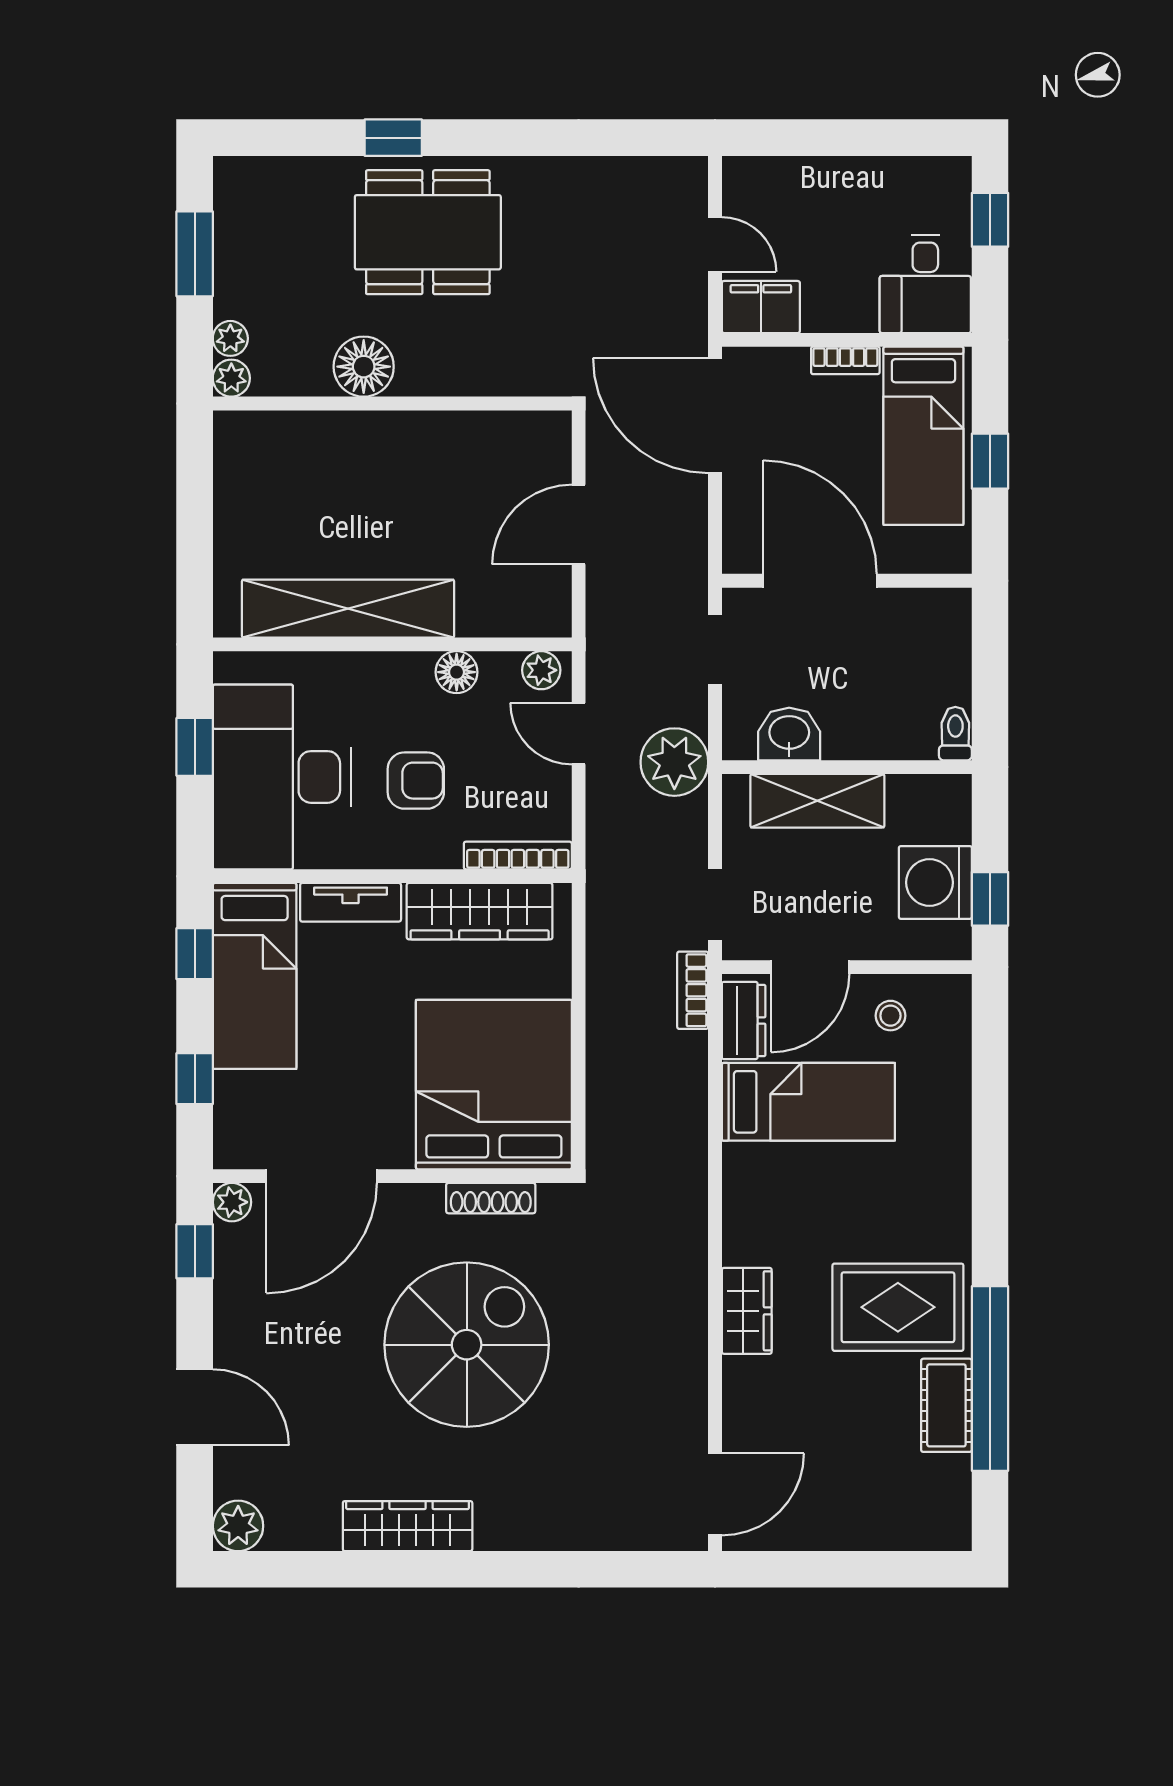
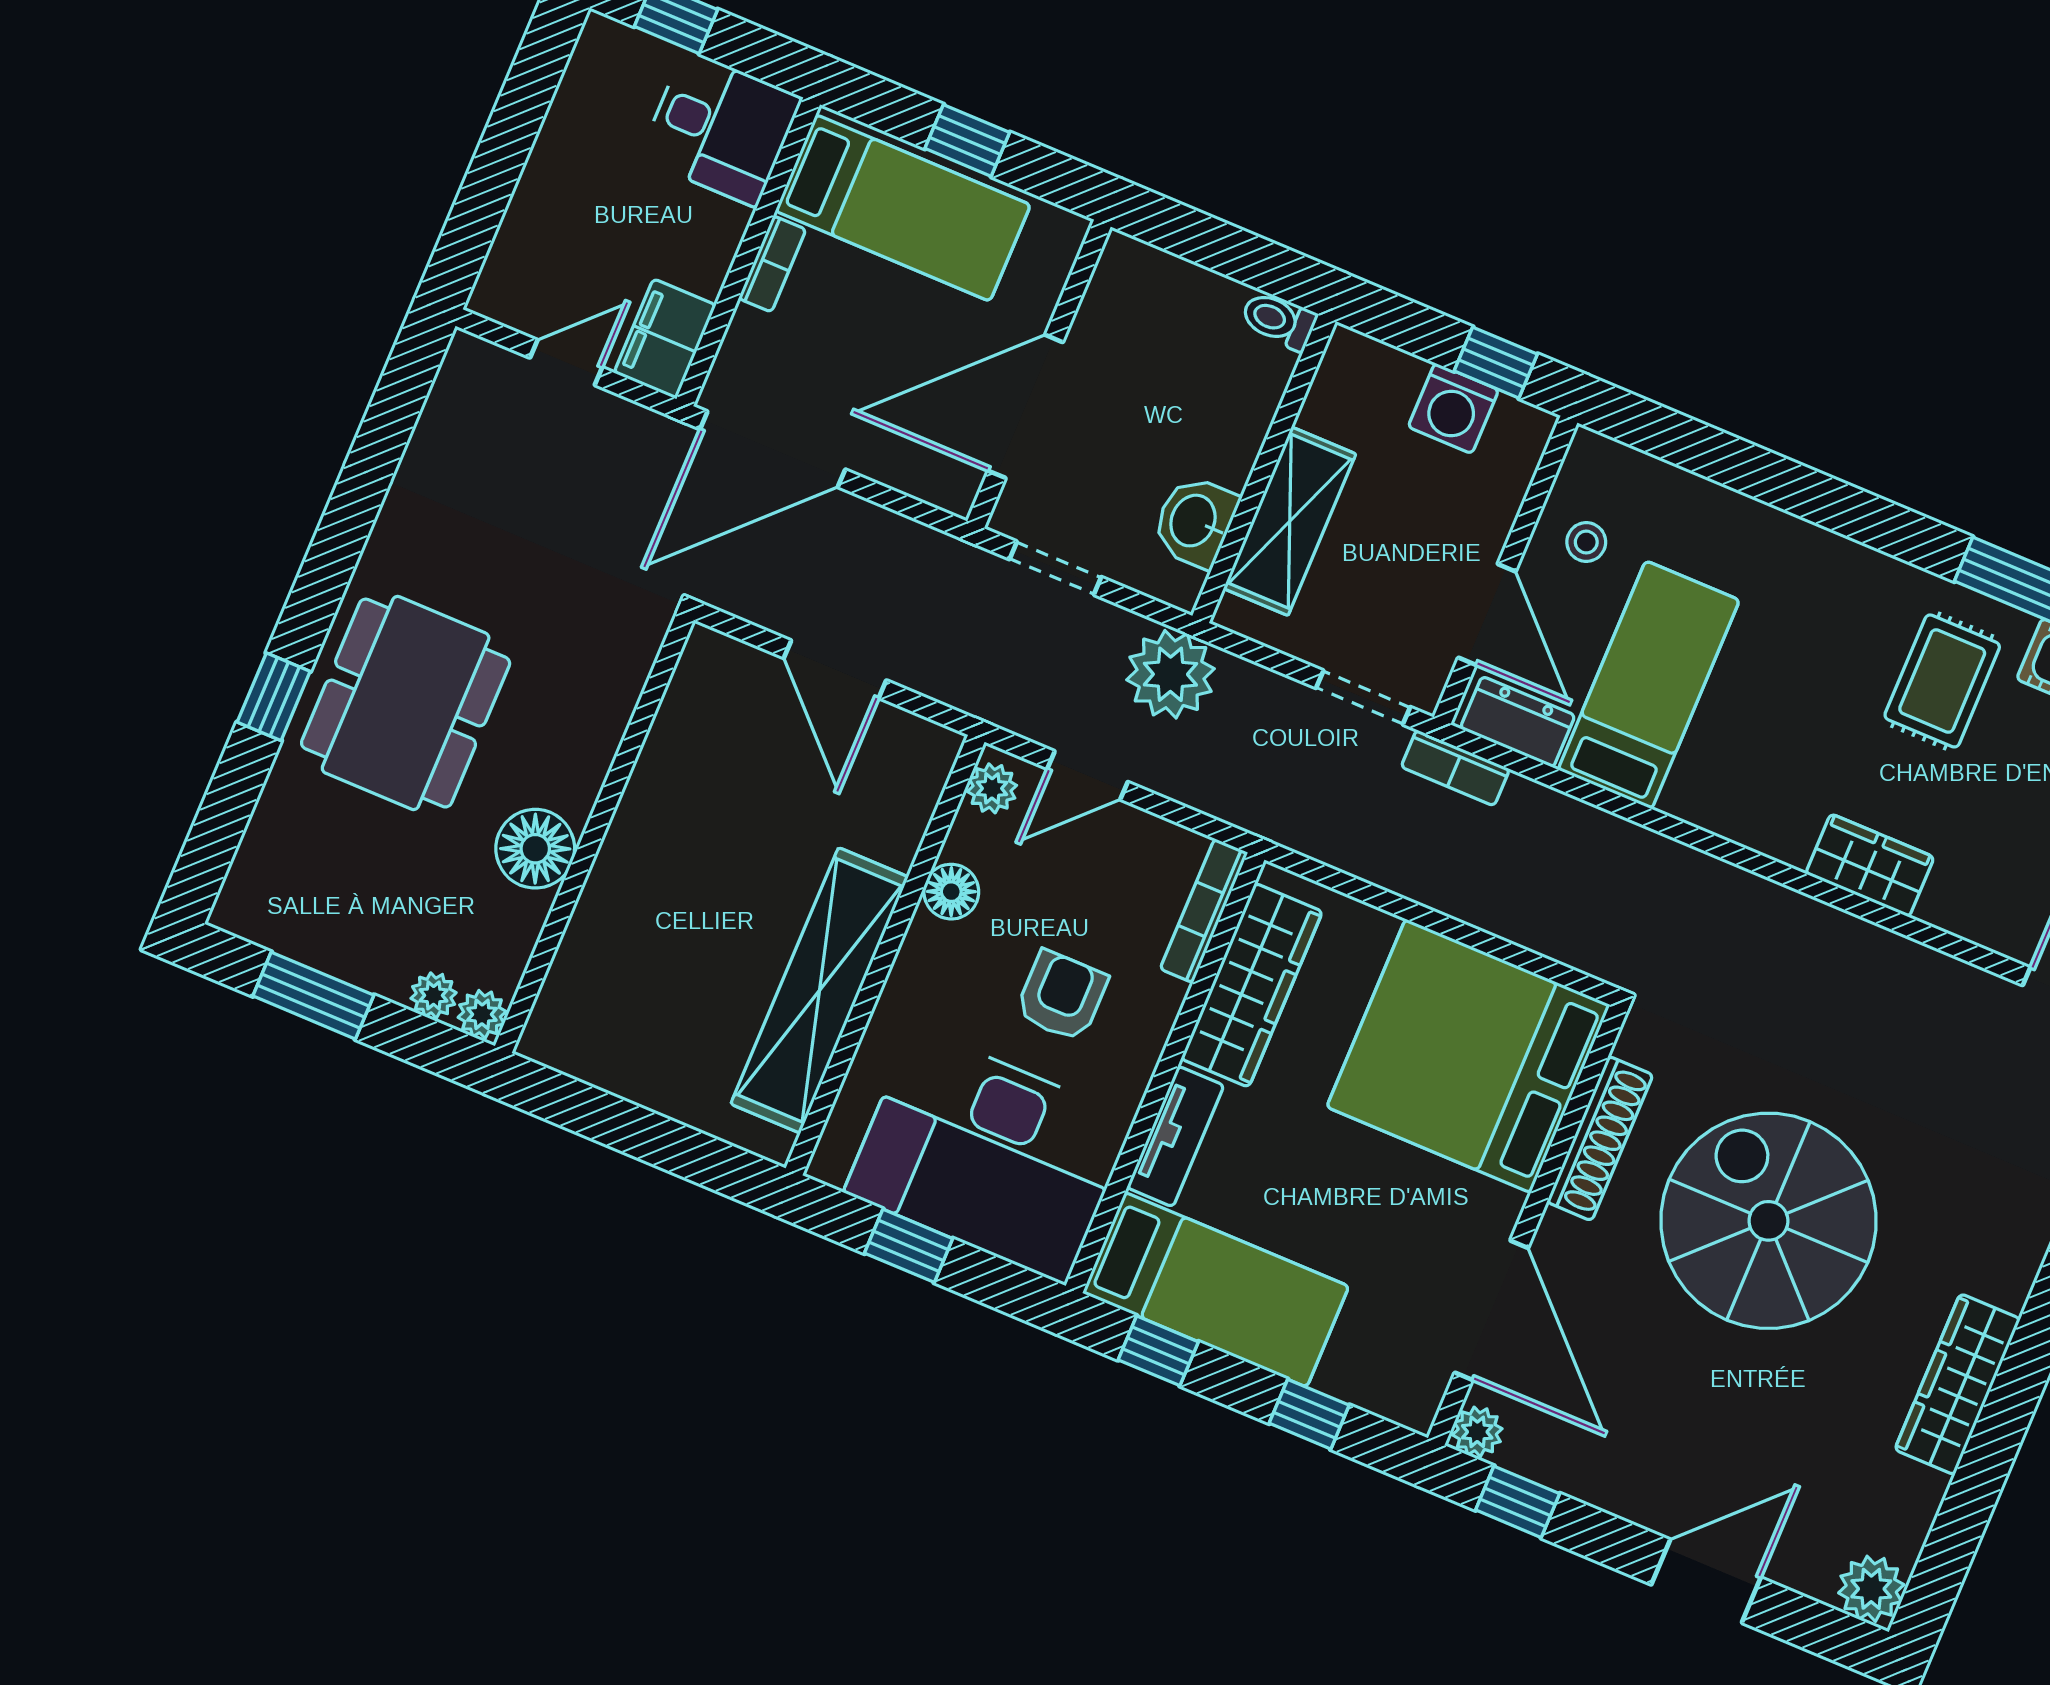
washing machine: (935, 882) -> (1453, 408), width x0.73, depth x0.73
shoe rack: (491, 1198) -> (1600, 1138), width x1.36, depth x1.24
rug: (898, 1307) -> (1942, 681), width x0.73, depth x0.70

